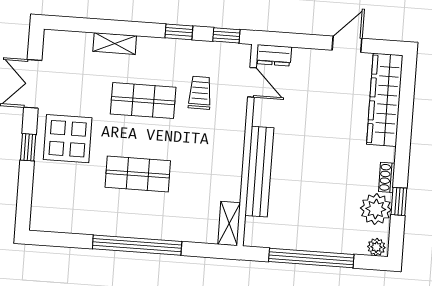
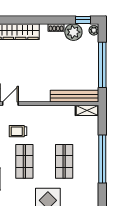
bench: (259, 172) -> (75, 96), moved
window: (399, 201) -> (83, 20), moved

